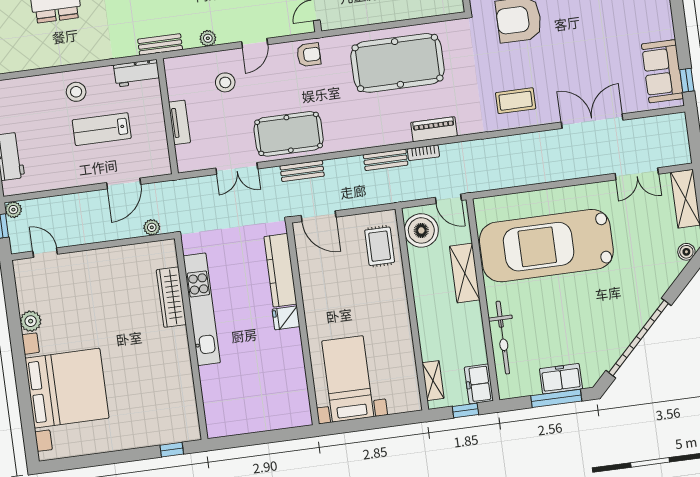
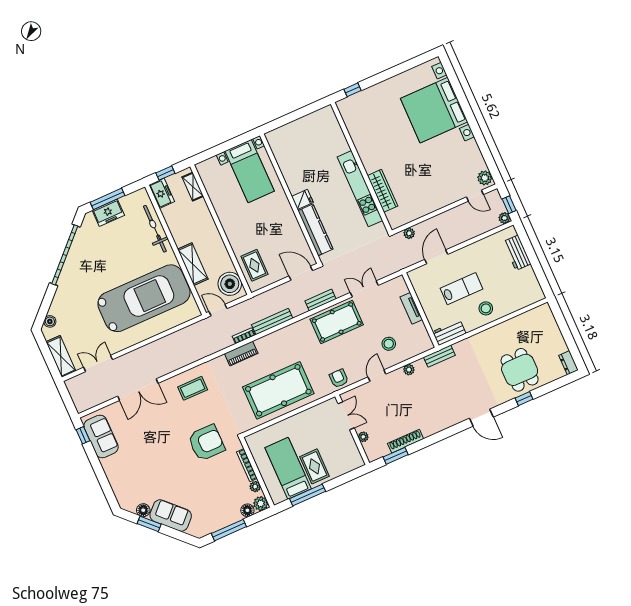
armchair: (309, 55) -> (339, 378), turned 90
bench: (386, 160) -> (272, 321), width x1.36
plant: (31, 321) -> (485, 178), moved

